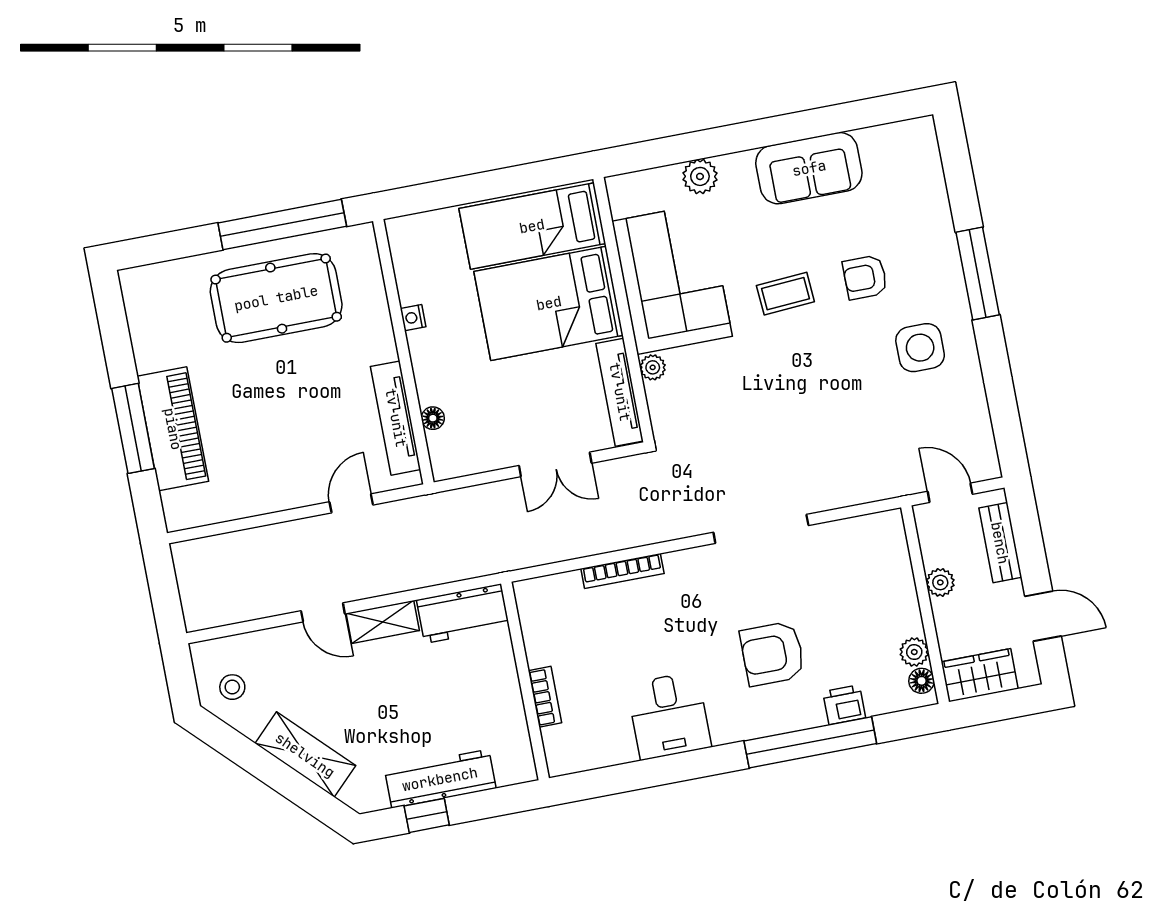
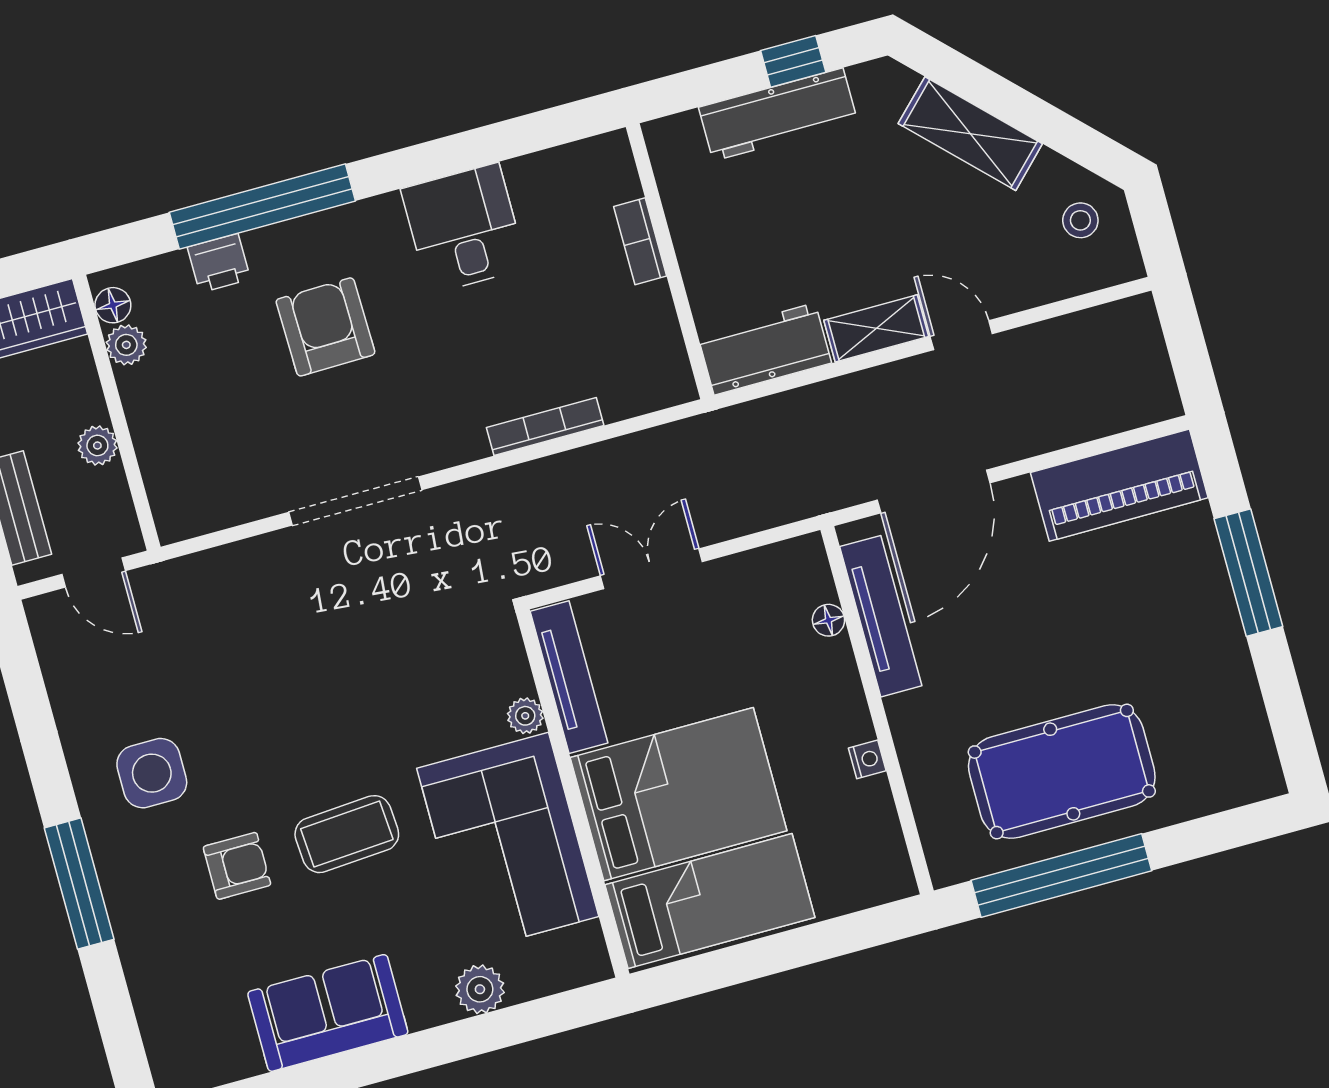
coffee table: (785, 294) -> (347, 834), width x1.36, depth x1.30
piano: (173, 429) -> (1119, 485), moved, turned -90
door: (351, 503) -> (934, 491), width x1.87
armchair: (772, 654) -> (325, 327), turned -91

